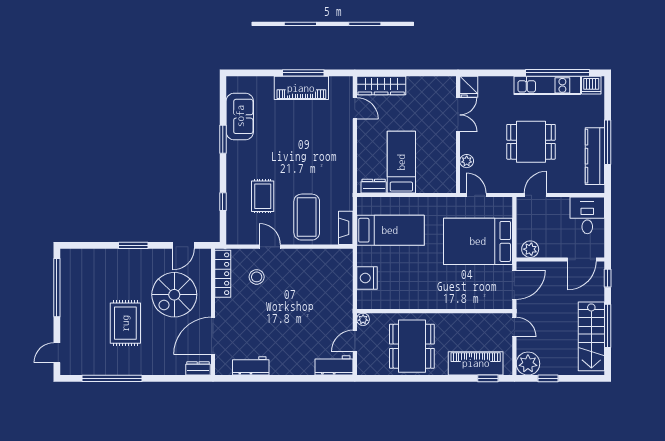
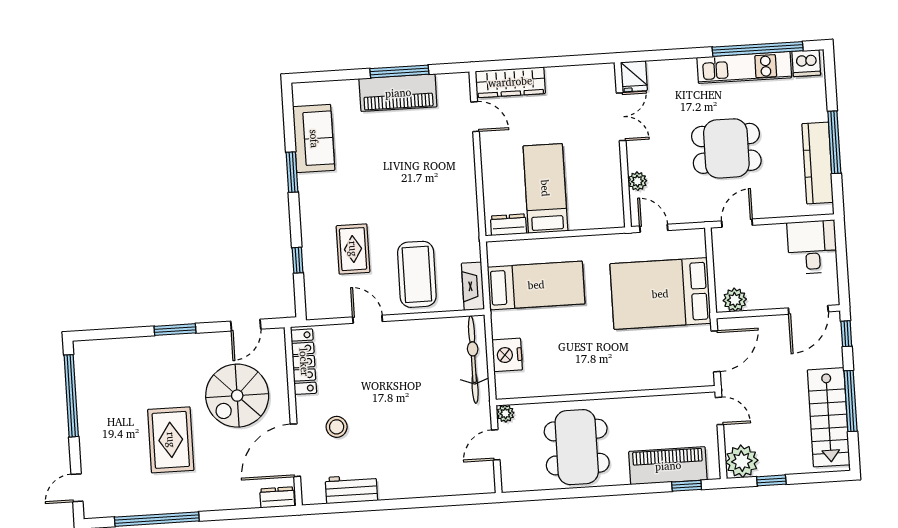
stool: (257, 277) -> (337, 427), moved
bicycle: (343, 280) -> (473, 359), added
workbench: (334, 365) -> (469, 481), removed

